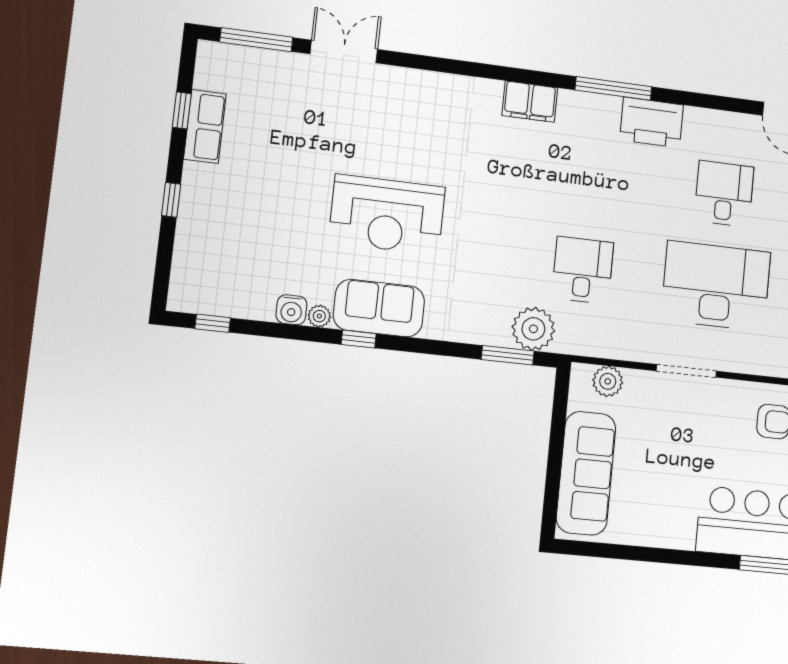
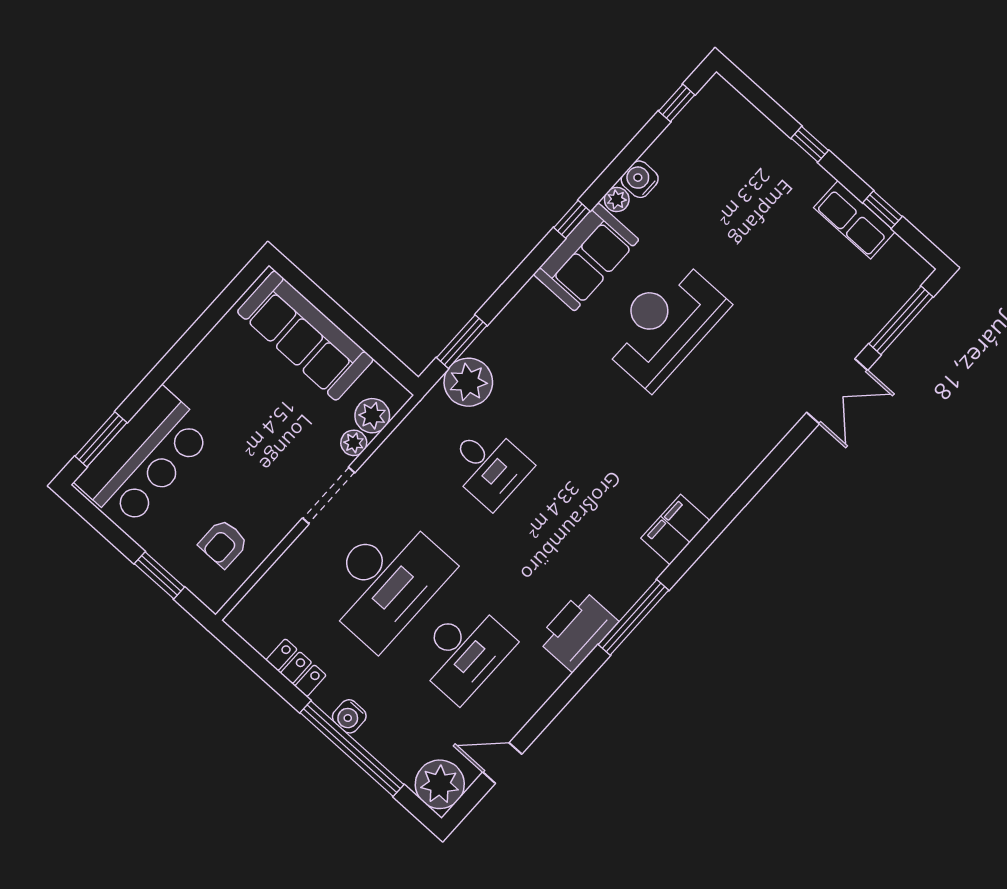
desk: (724, 194) -> (464, 651), width x1.37
plant: (637, 380) -> (354, 443), added

